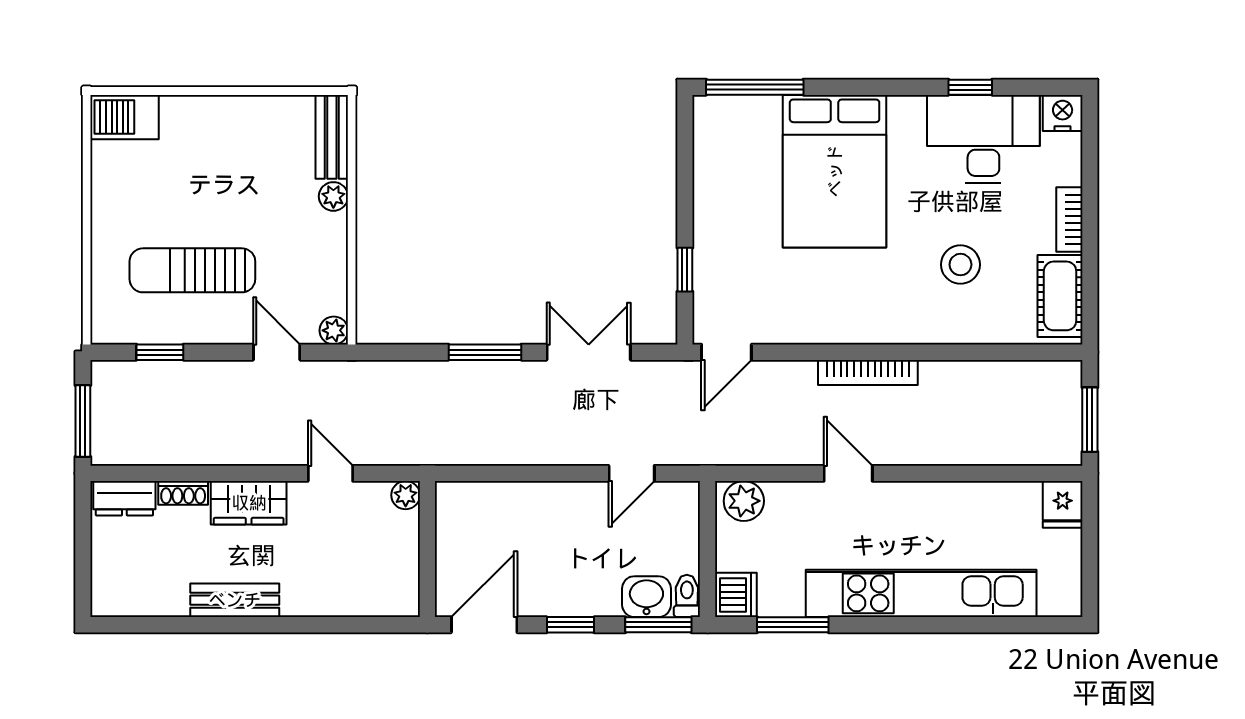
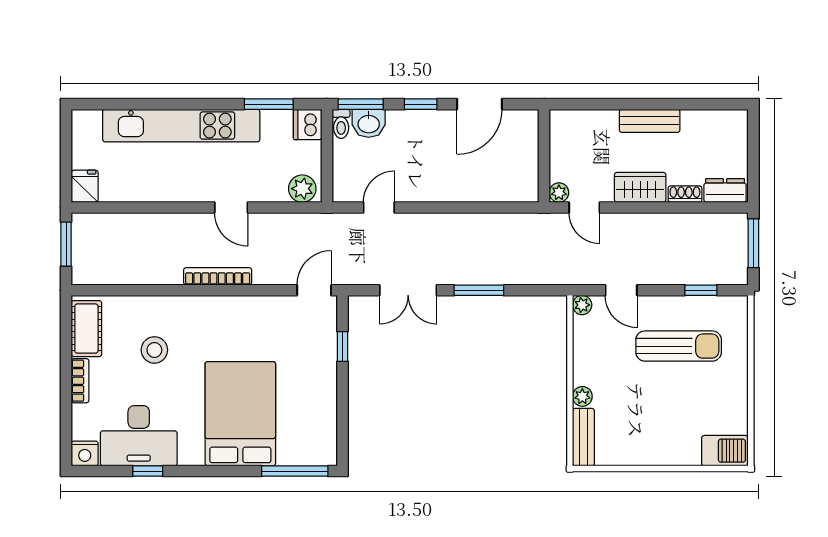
plant: (406, 495) -> (559, 193), moved
wall: (427, 549) -> (544, 156), moved

